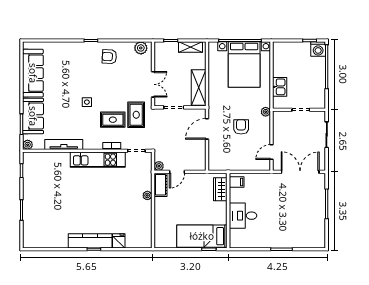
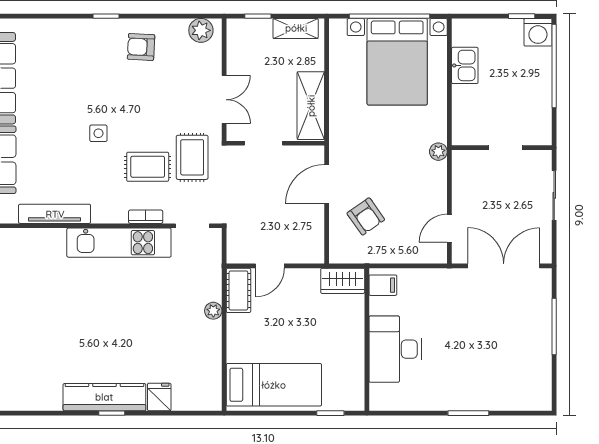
kitchen sink: (280, 87) -> (465, 65), moved
armchair: (241, 127) -> (366, 216), moved, turned 145
plant: (159, 166) -> (235, 255), removed
wardrobe: (220, 189) -> (343, 281), moved, turned -90
desk: (243, 216) -> (395, 349), width x1.37
bed: (202, 236) -> (274, 385), moved, turned 180

